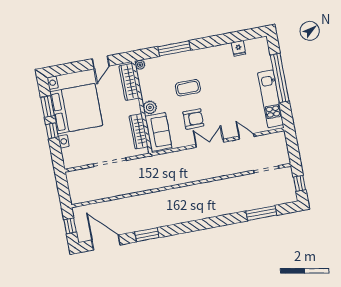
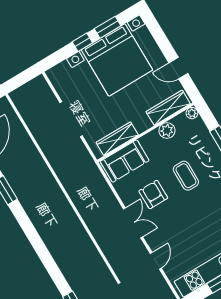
plant: (150, 107) -> (167, 130), moved
armchair: (193, 119) -> (153, 194), turned 180

